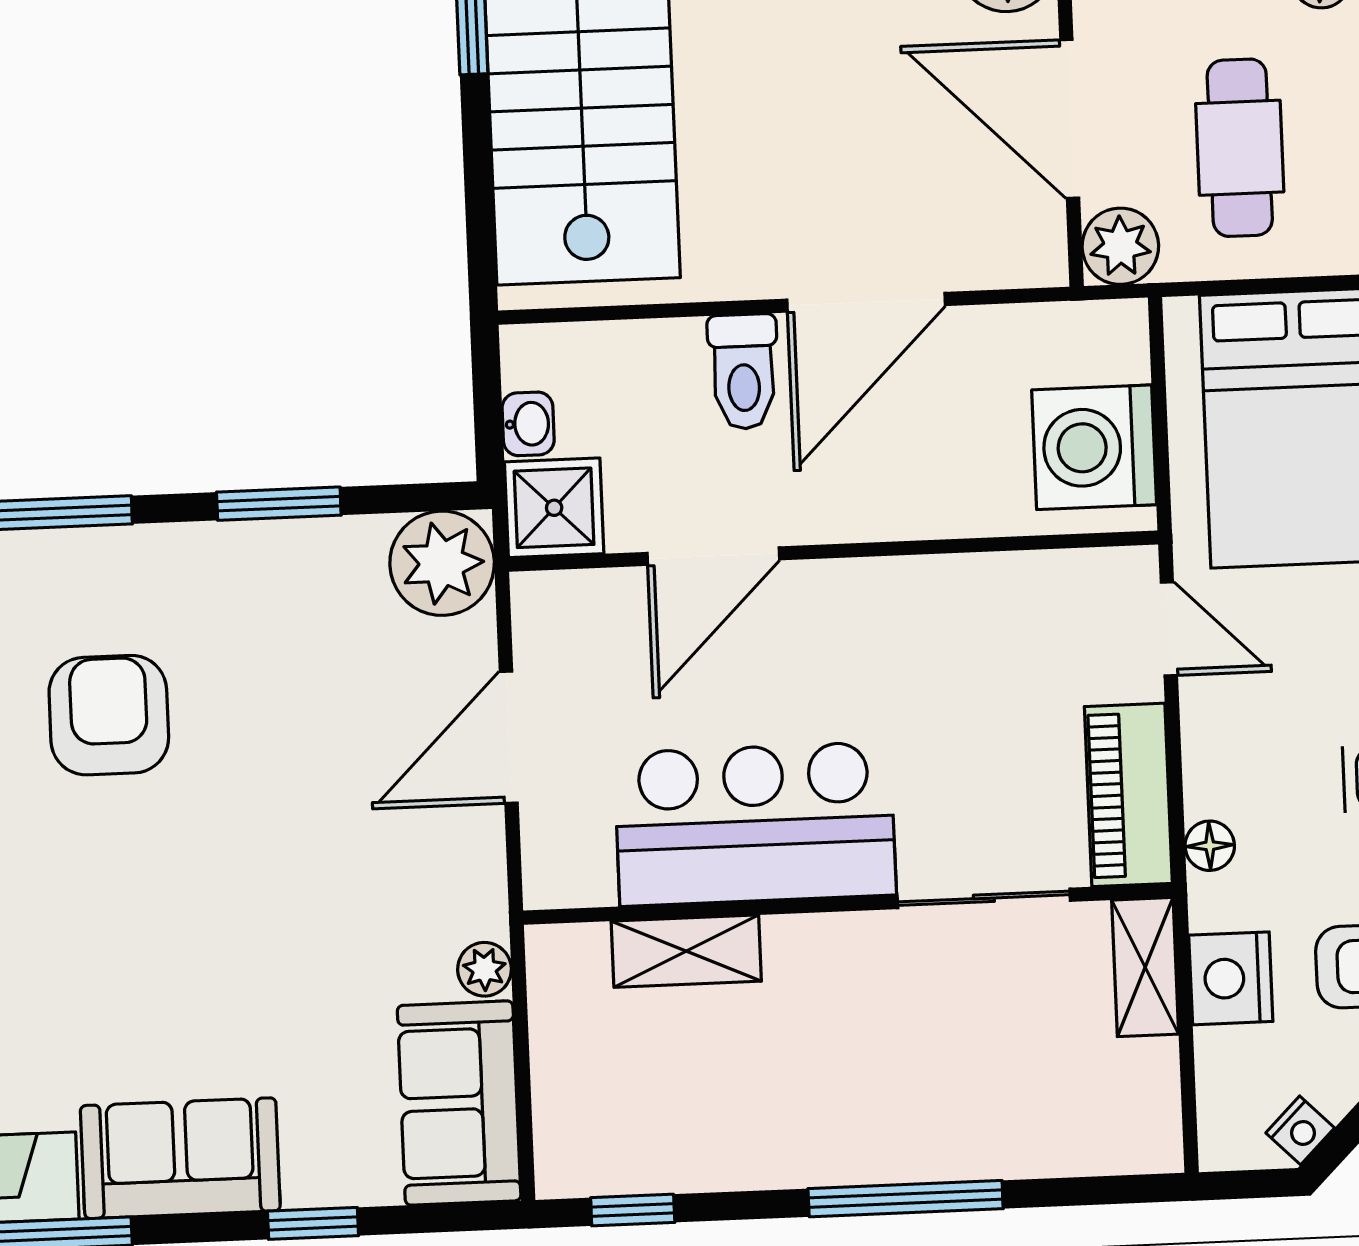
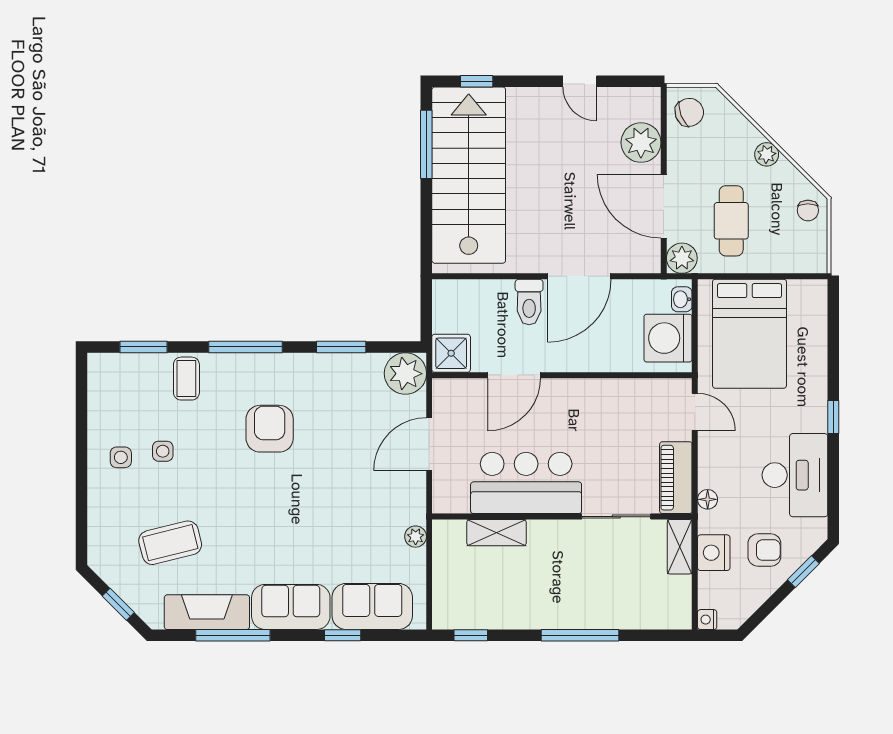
washbasin: (528, 424) -> (682, 299), moved, turned 180
sofa: (459, 1103) -> (372, 606), moved, turned 90
nightstand: (1300, 1130) -> (707, 620), moved, turned 135

